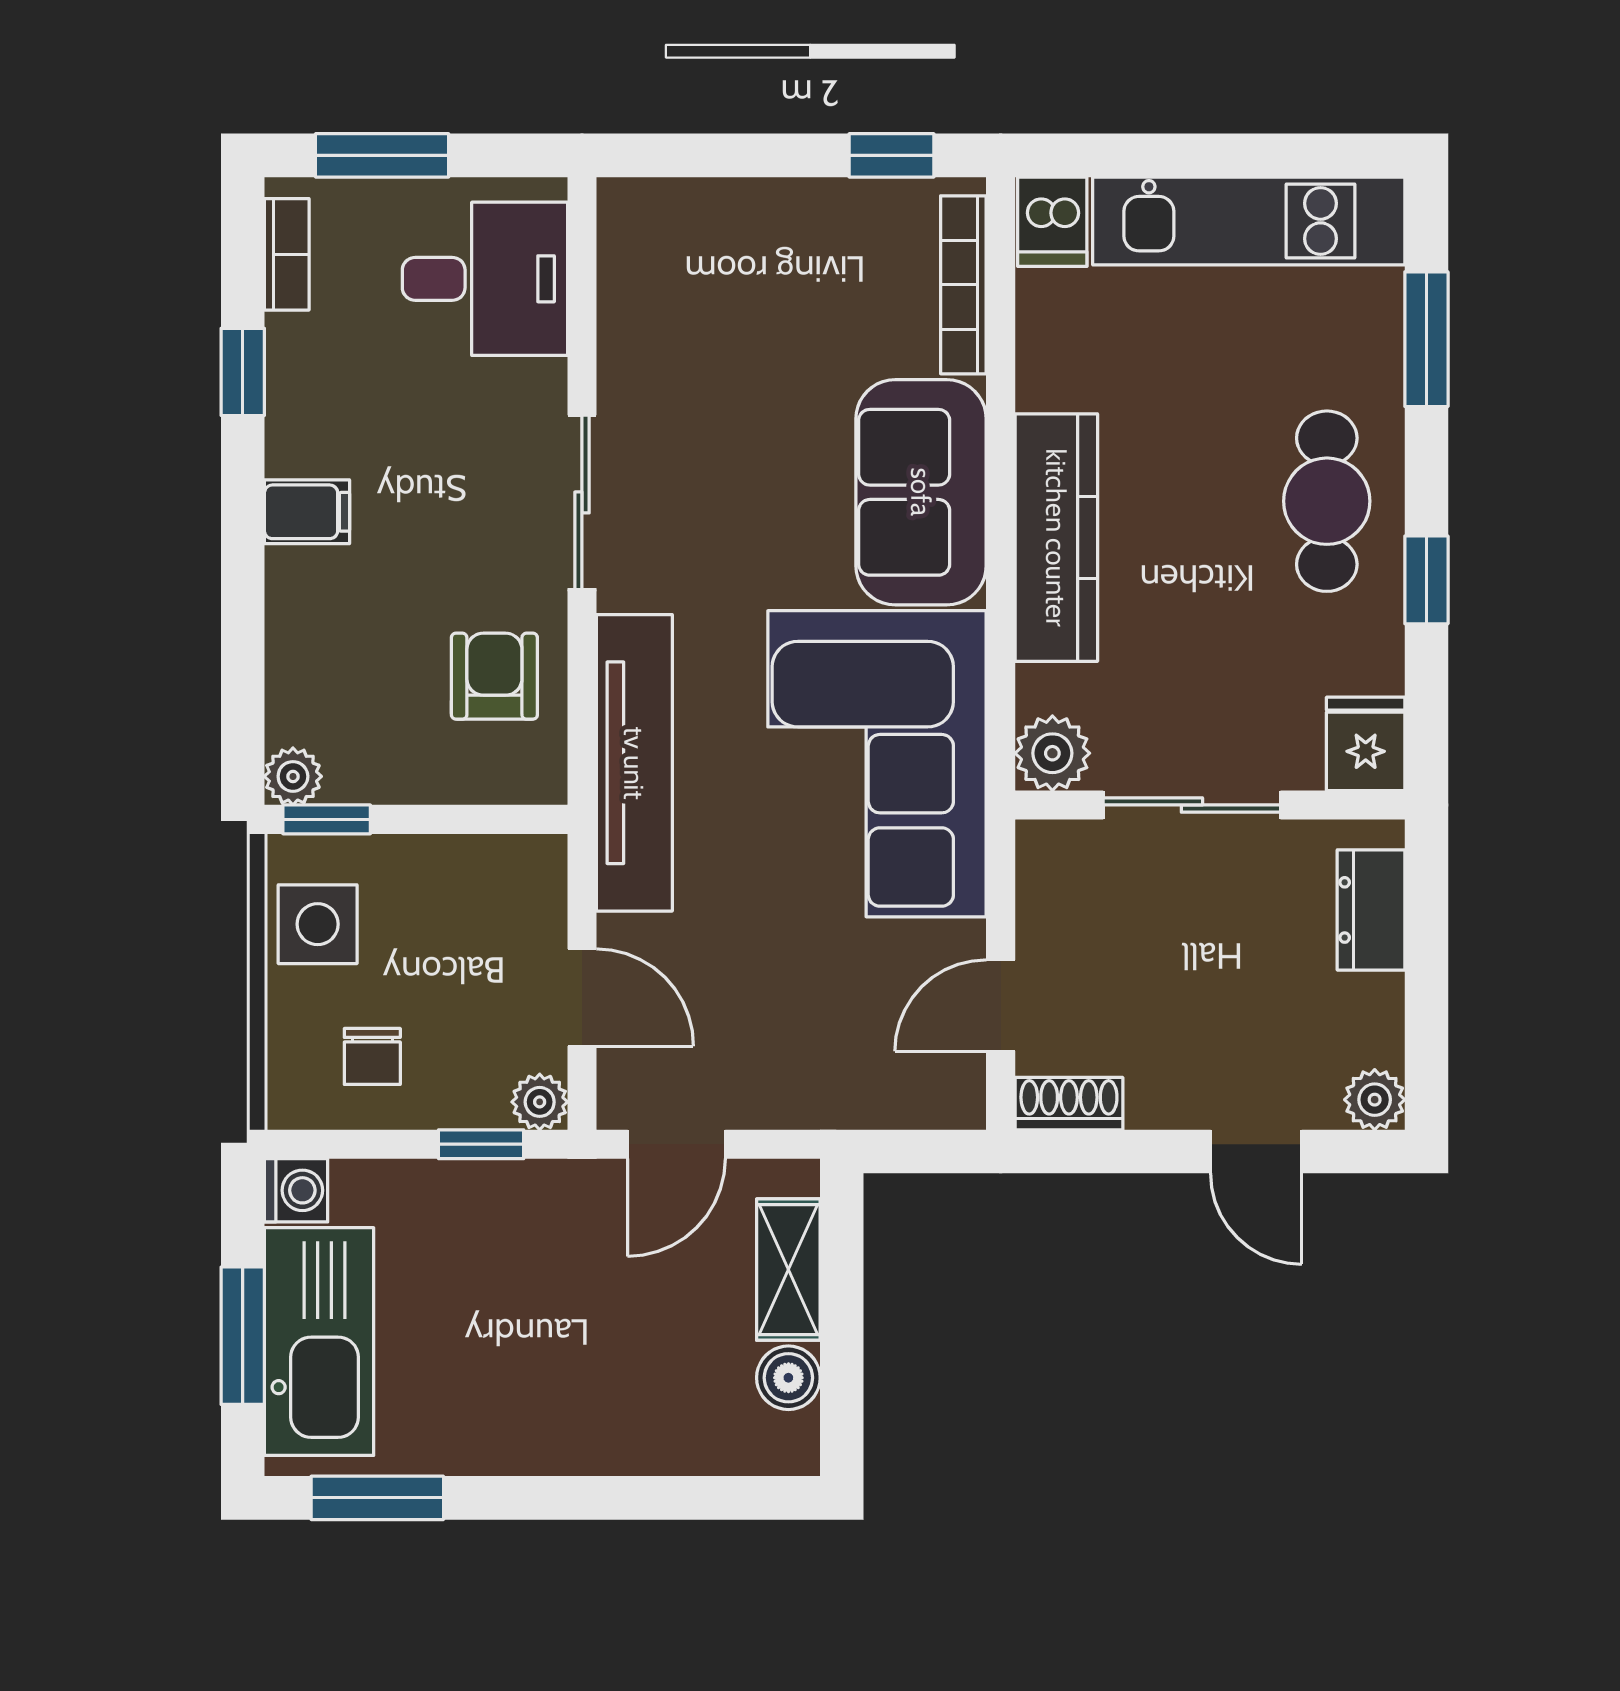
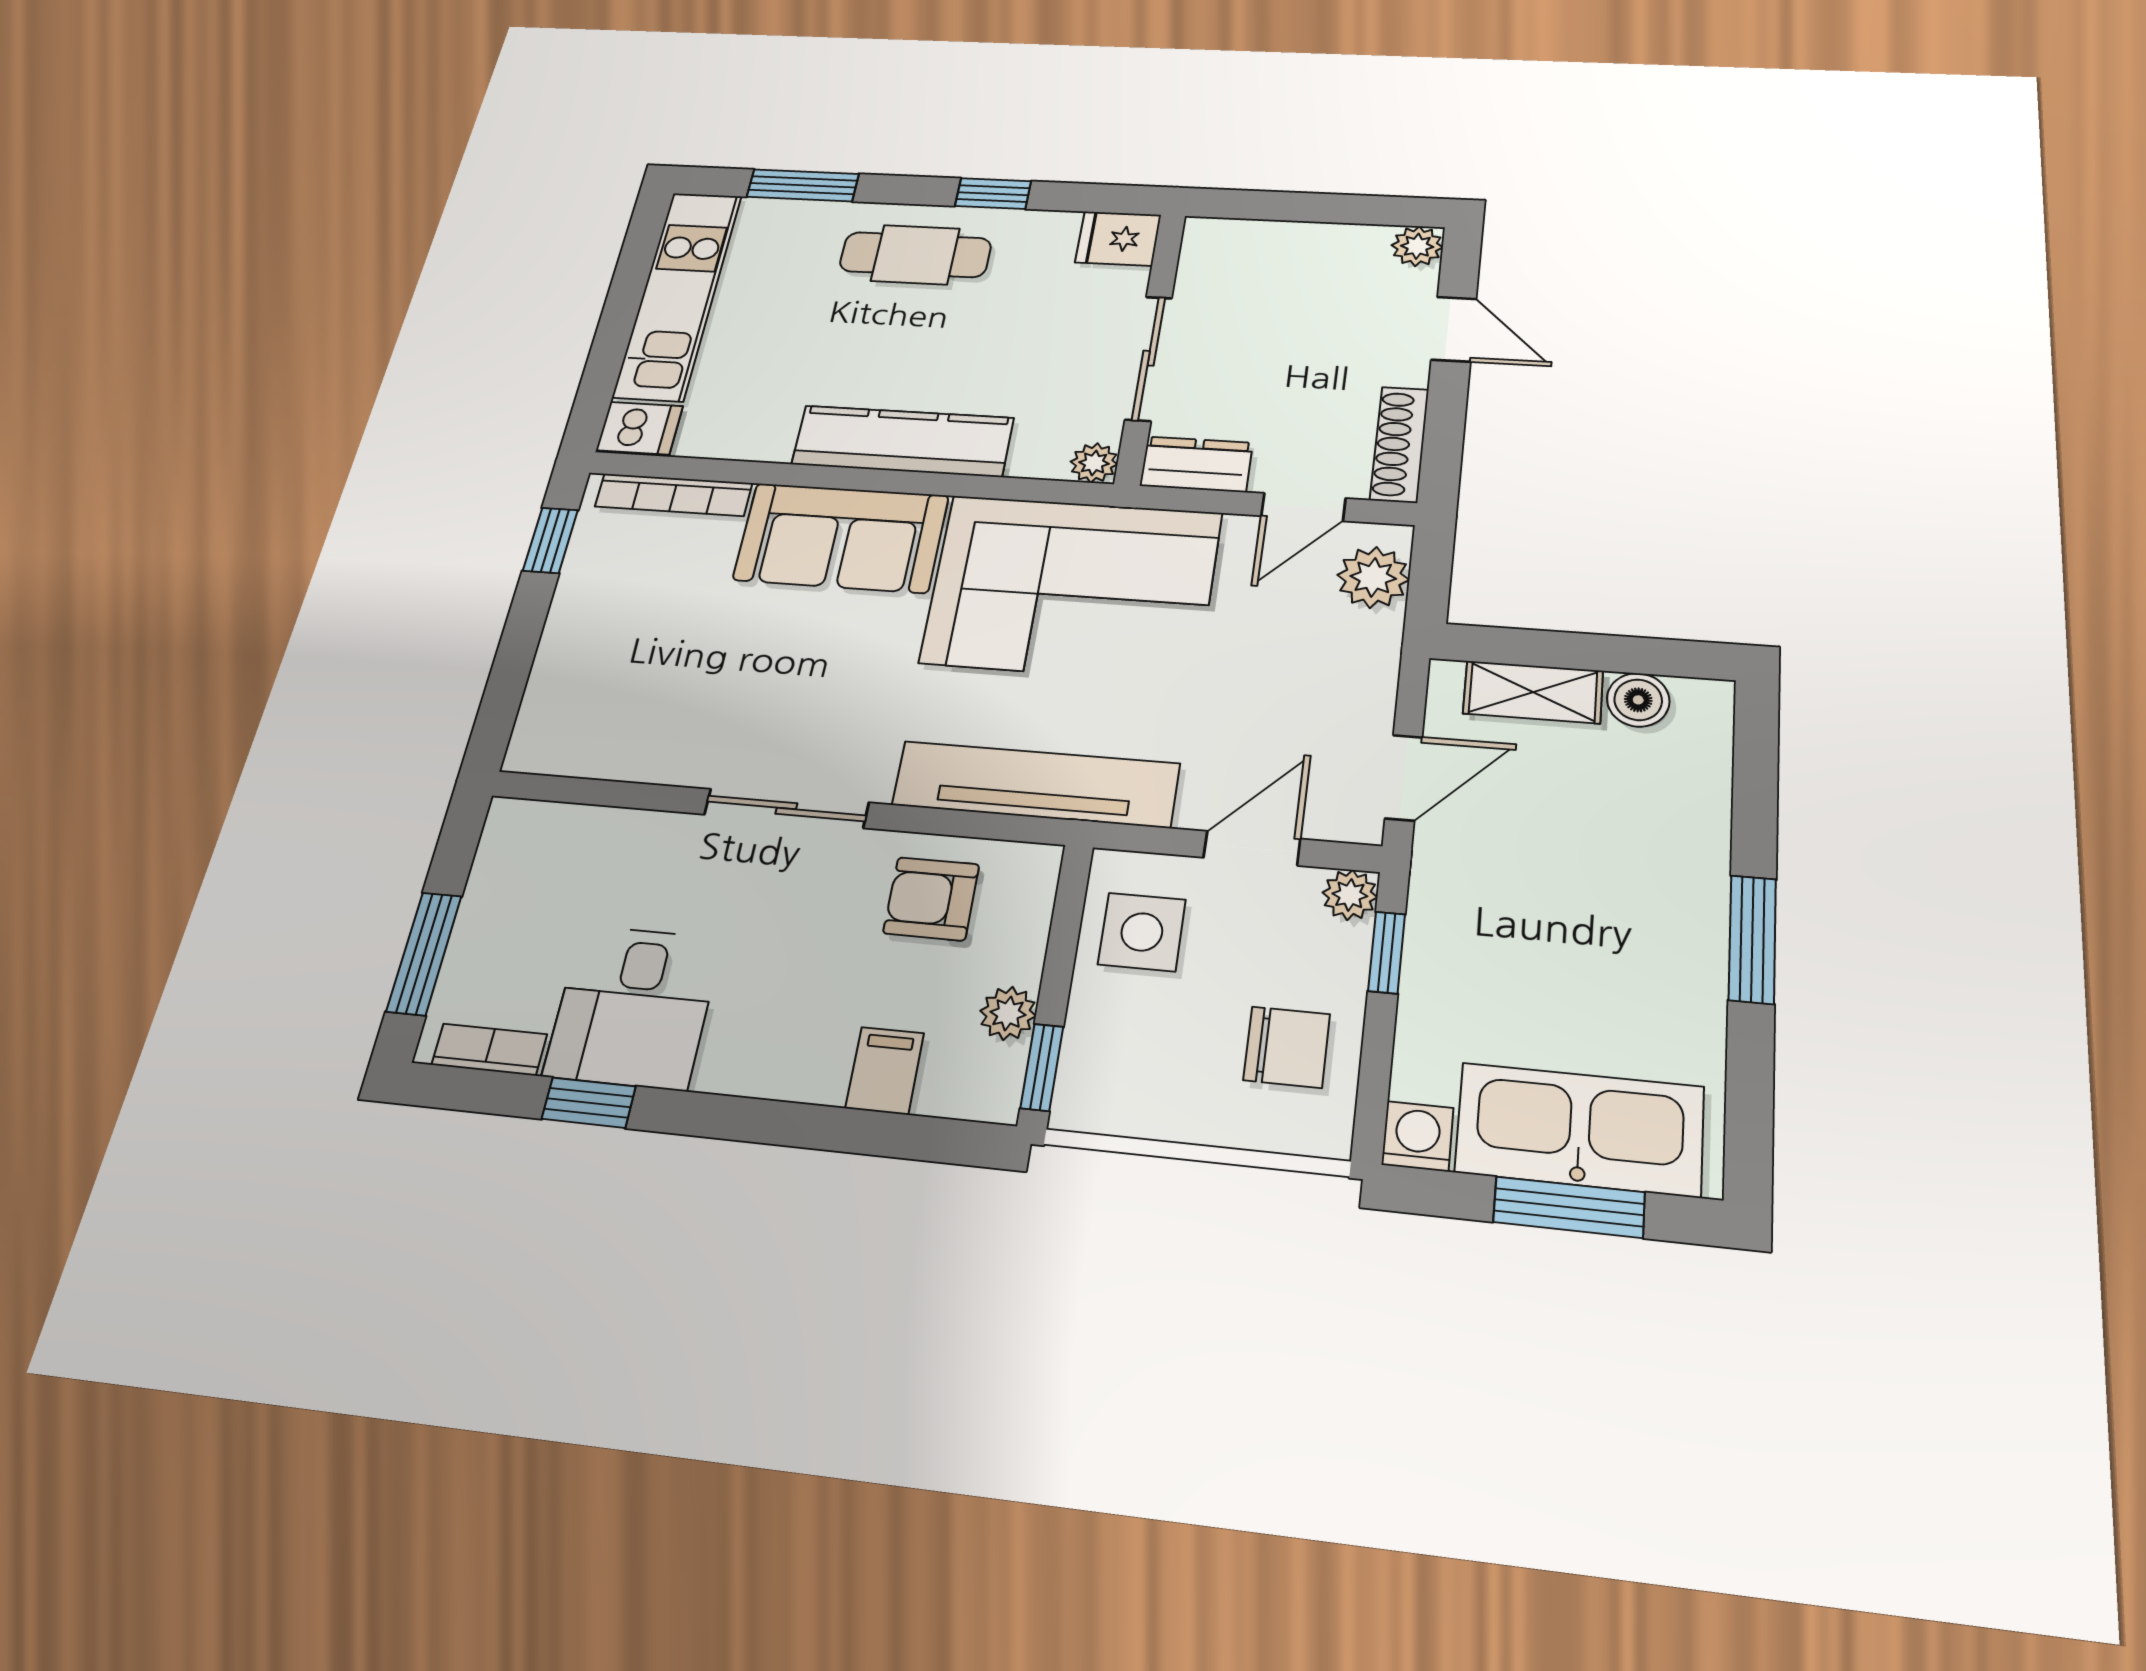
desk: (485, 279) -> (634, 1007), moved, turned 180
filing cabinet: (307, 512) -> (885, 1071), moved
plant: (1052, 753) -> (1094, 463), width x0.73, depth x0.73
plant: (293, 776) -> (1008, 1013), moved
dresser: (1371, 910) -> (1196, 464), moved, turned 180
side table: (318, 924) -> (1142, 932), moved
door: (1001, 1006) -> (1303, 507), hinge flipped
chair: (372, 1056) -> (1287, 1047), width x1.37, depth x1.37
plant: (916, 1091) -> (1373, 577), added
shoe rack: (1069, 1104) -> (1400, 444), width x1.43
door: (676, 1144) -> (1404, 778), hinge flipped
door: (1256, 1151) -> (1454, 329), hinge flipped
window: (377, 1498) -> (1752, 939), moved

